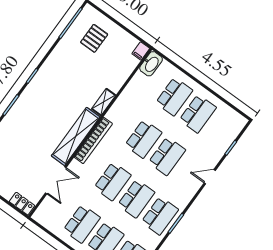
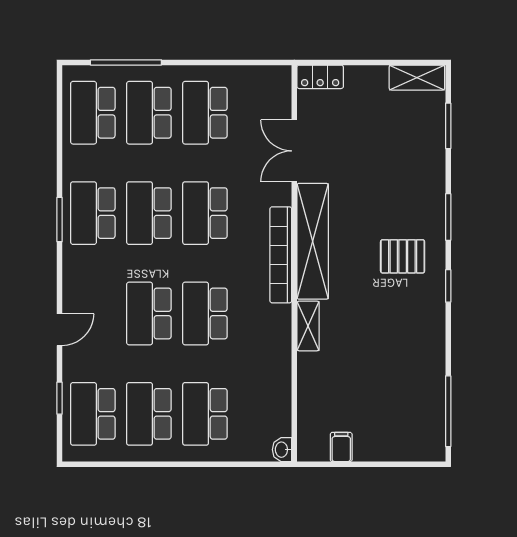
pallet: (94, 38) -> (403, 256), moved, turned 90
filing cabinet: (141, 51) -> (341, 447), moved
washbasin: (151, 64) -> (282, 450), width x0.52, depth x0.69
school desk: (221, 131) -> (93, 414), added

